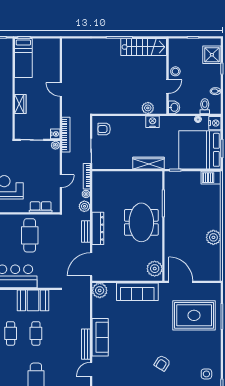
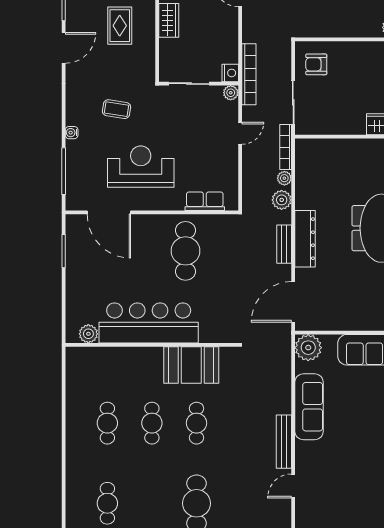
door: (61, 181) -> (240, 133), moved
sofa: (100, 337) -> (309, 407), moved

